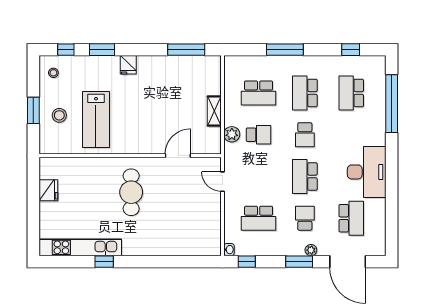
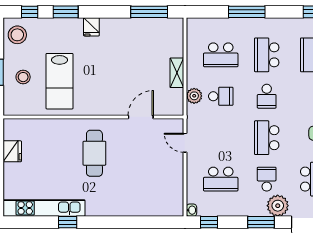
stool: (53, 73) -> (17, 35), width x1.89, depth x1.89
plant: (311, 250) -> (278, 206), width x1.88, depth x1.88

